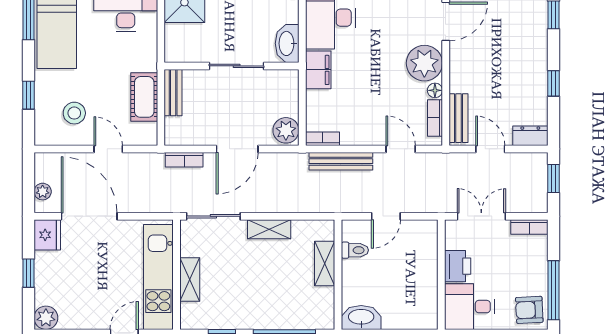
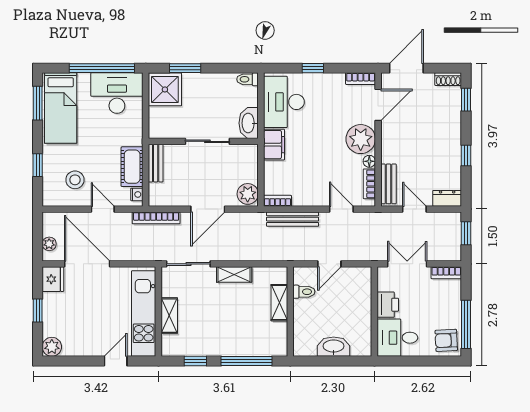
nightstand: (150, 131) -> (137, 194), added
bookcase: (184, 160) -> (156, 218), width x1.56
washbasin: (361, 317) -> (334, 347), moved

